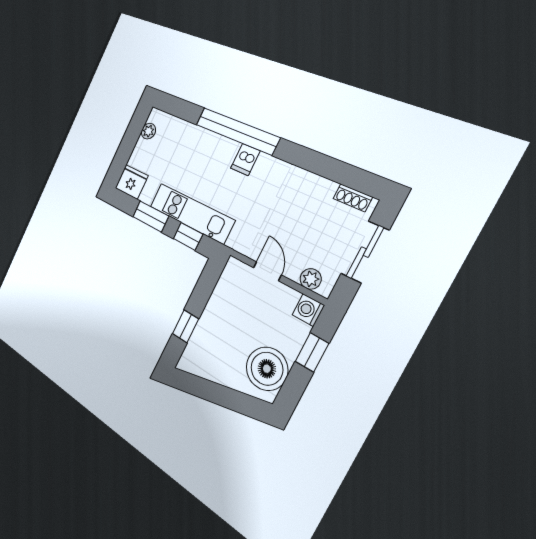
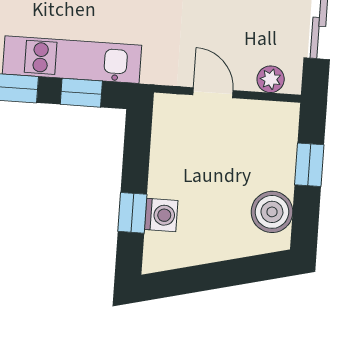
washing machine: (308, 310) -> (161, 215), moved, turned 180
boiler: (267, 369) -> (272, 212), width x0.73, depth x0.73

